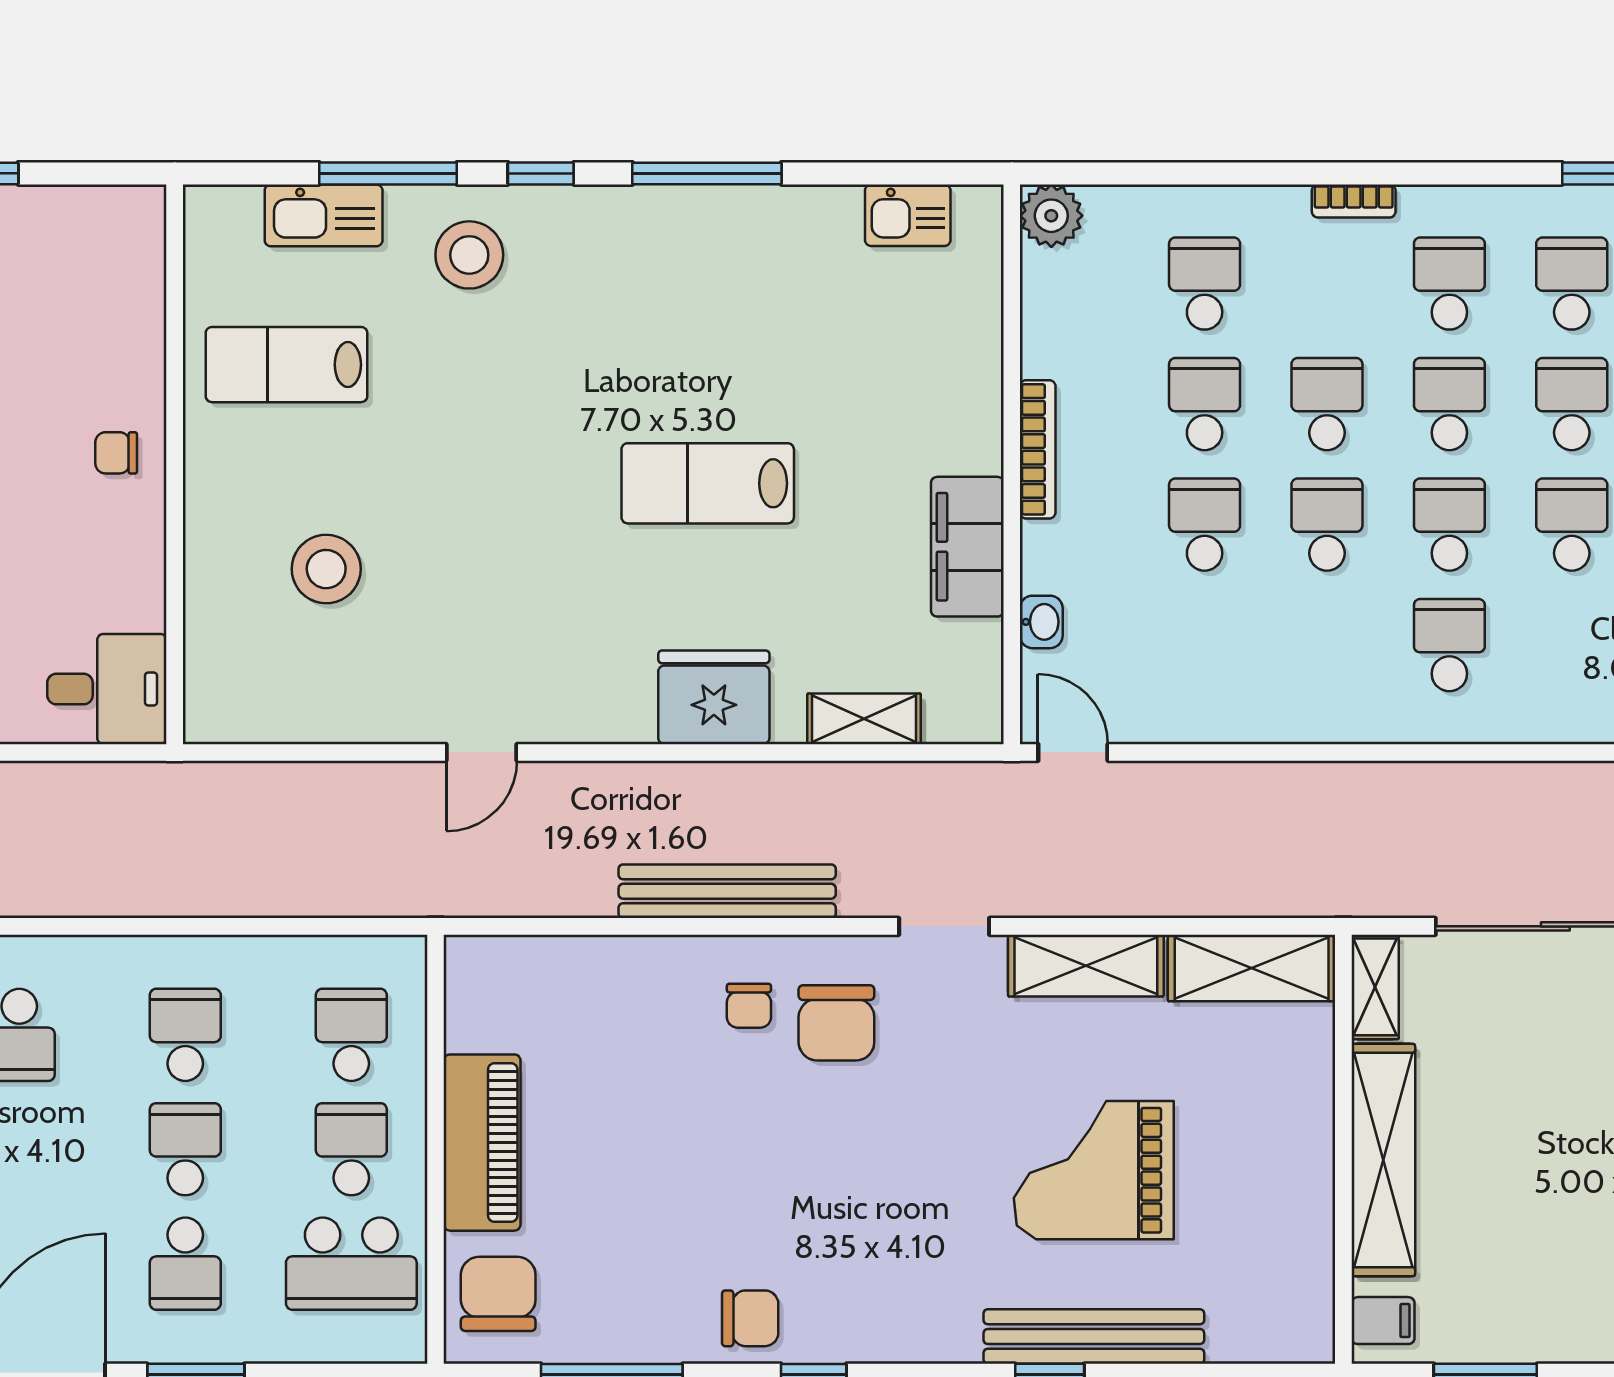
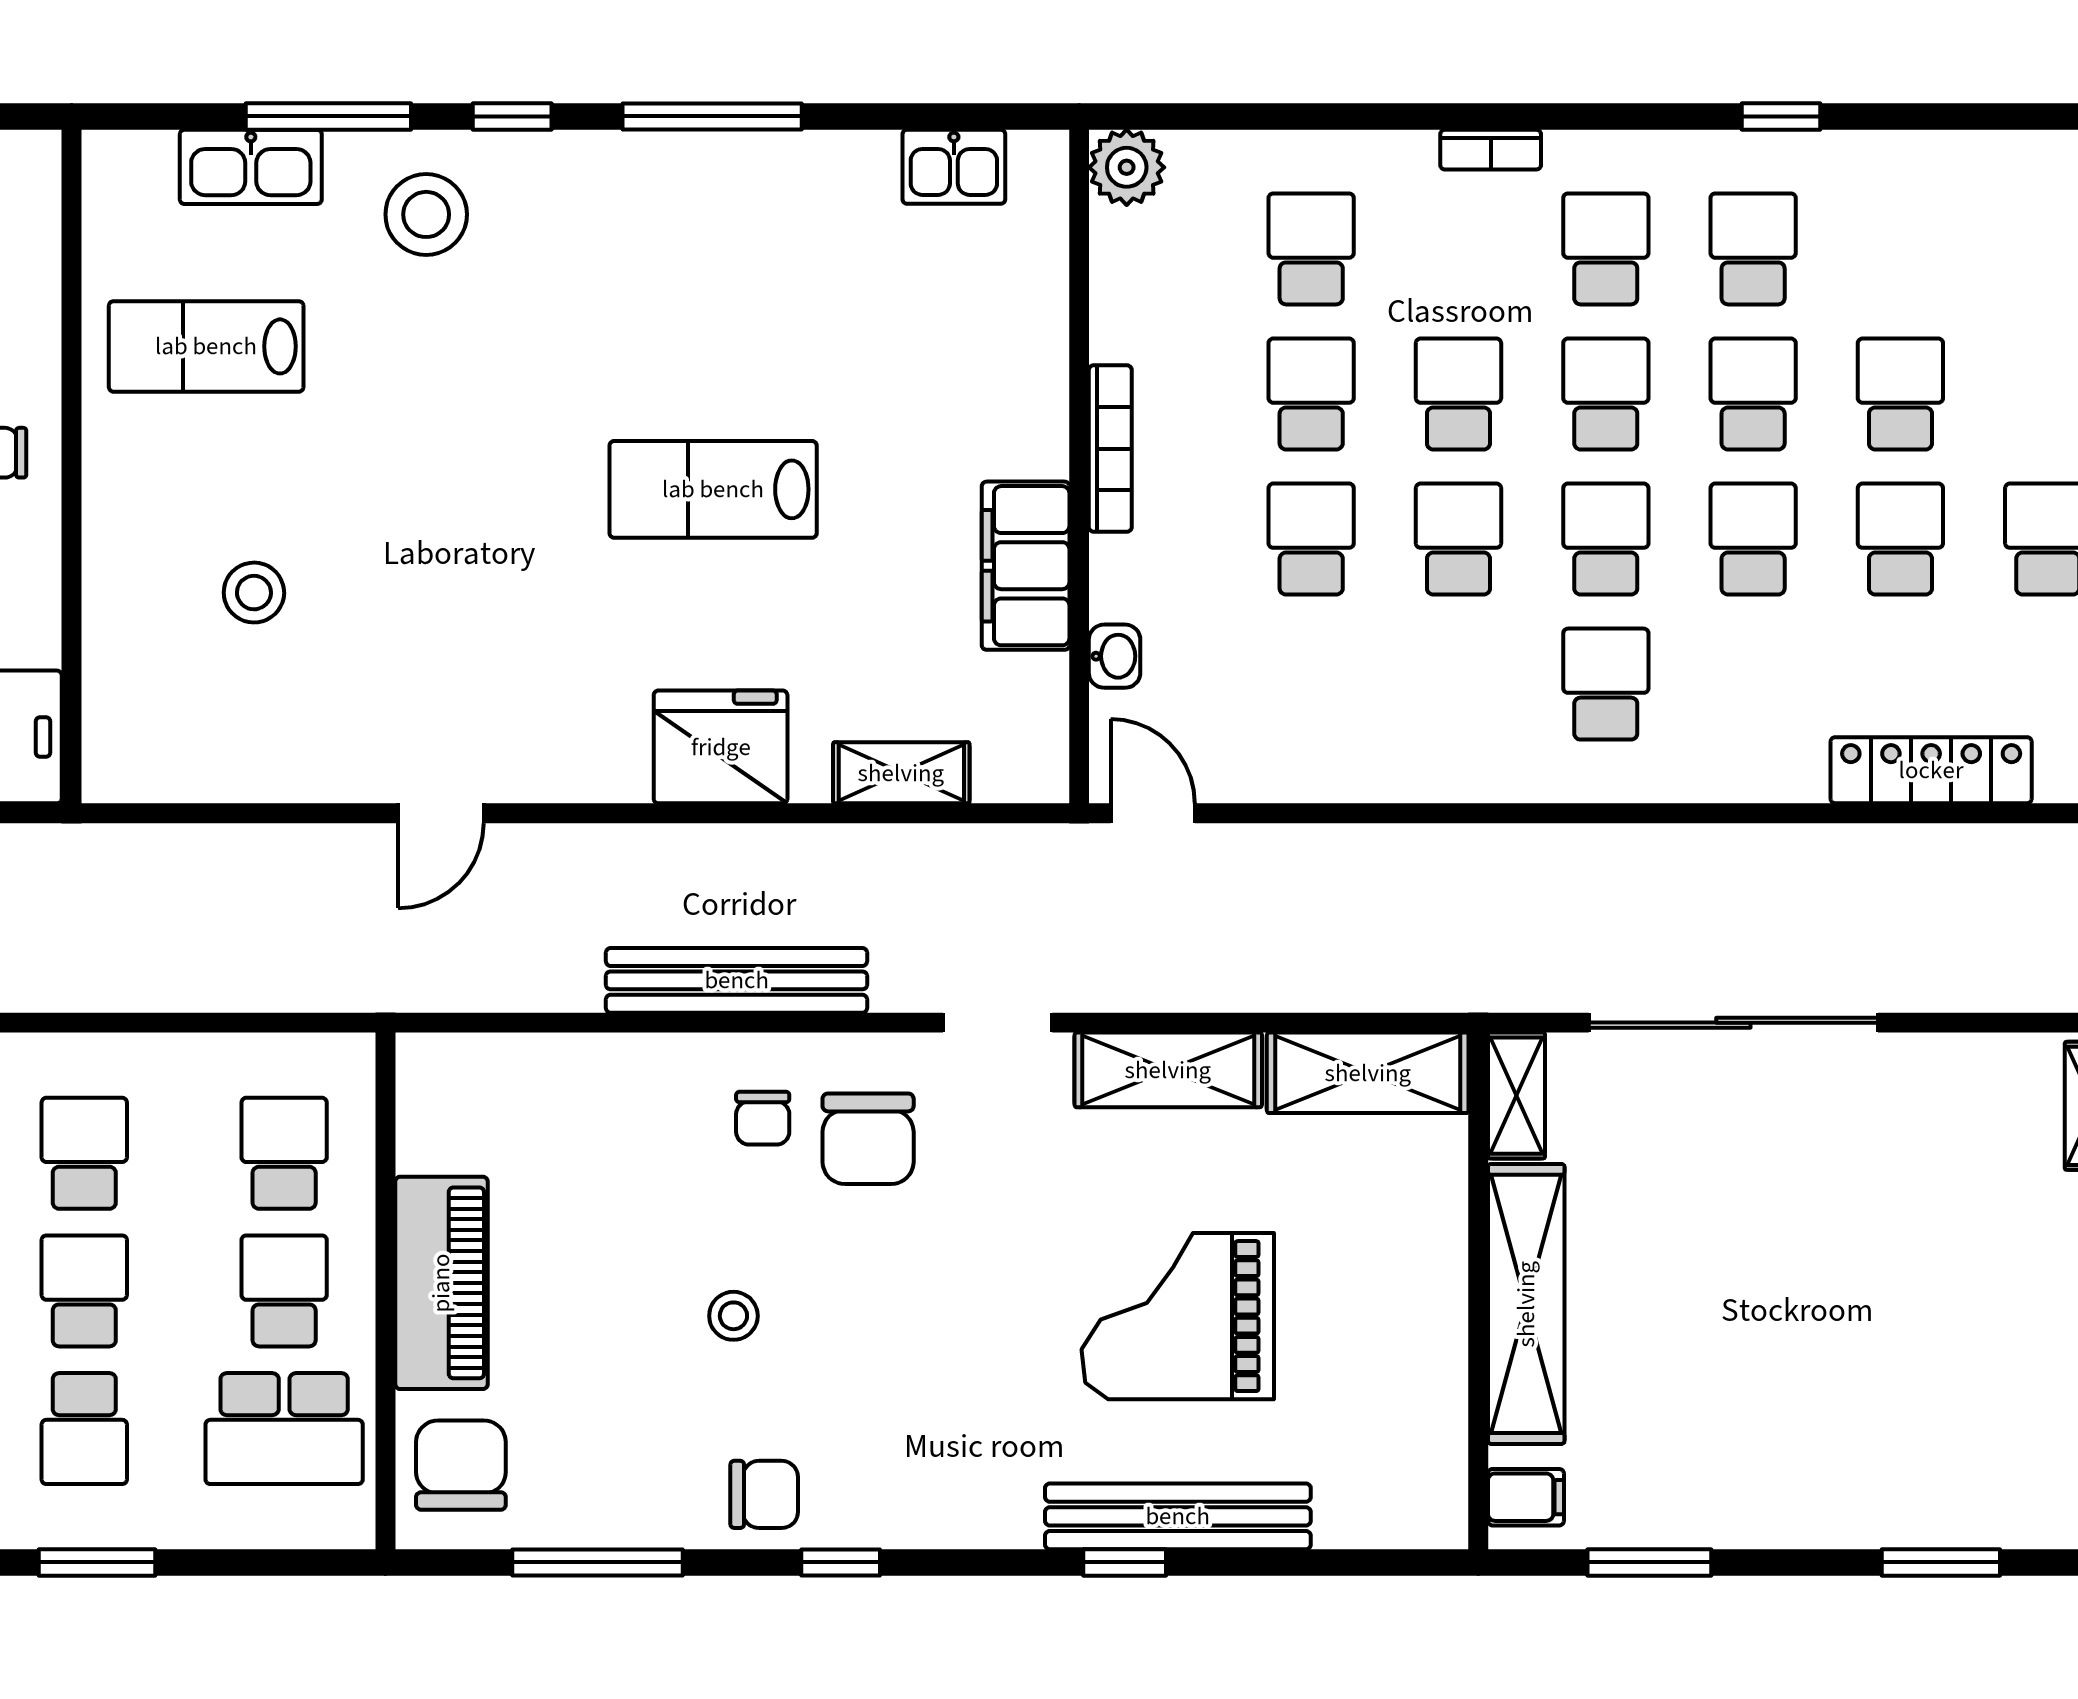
stool: (326, 569) -> (254, 593), width x0.73, depth x0.73
stool: (725, 1170) -> (733, 1316), added

